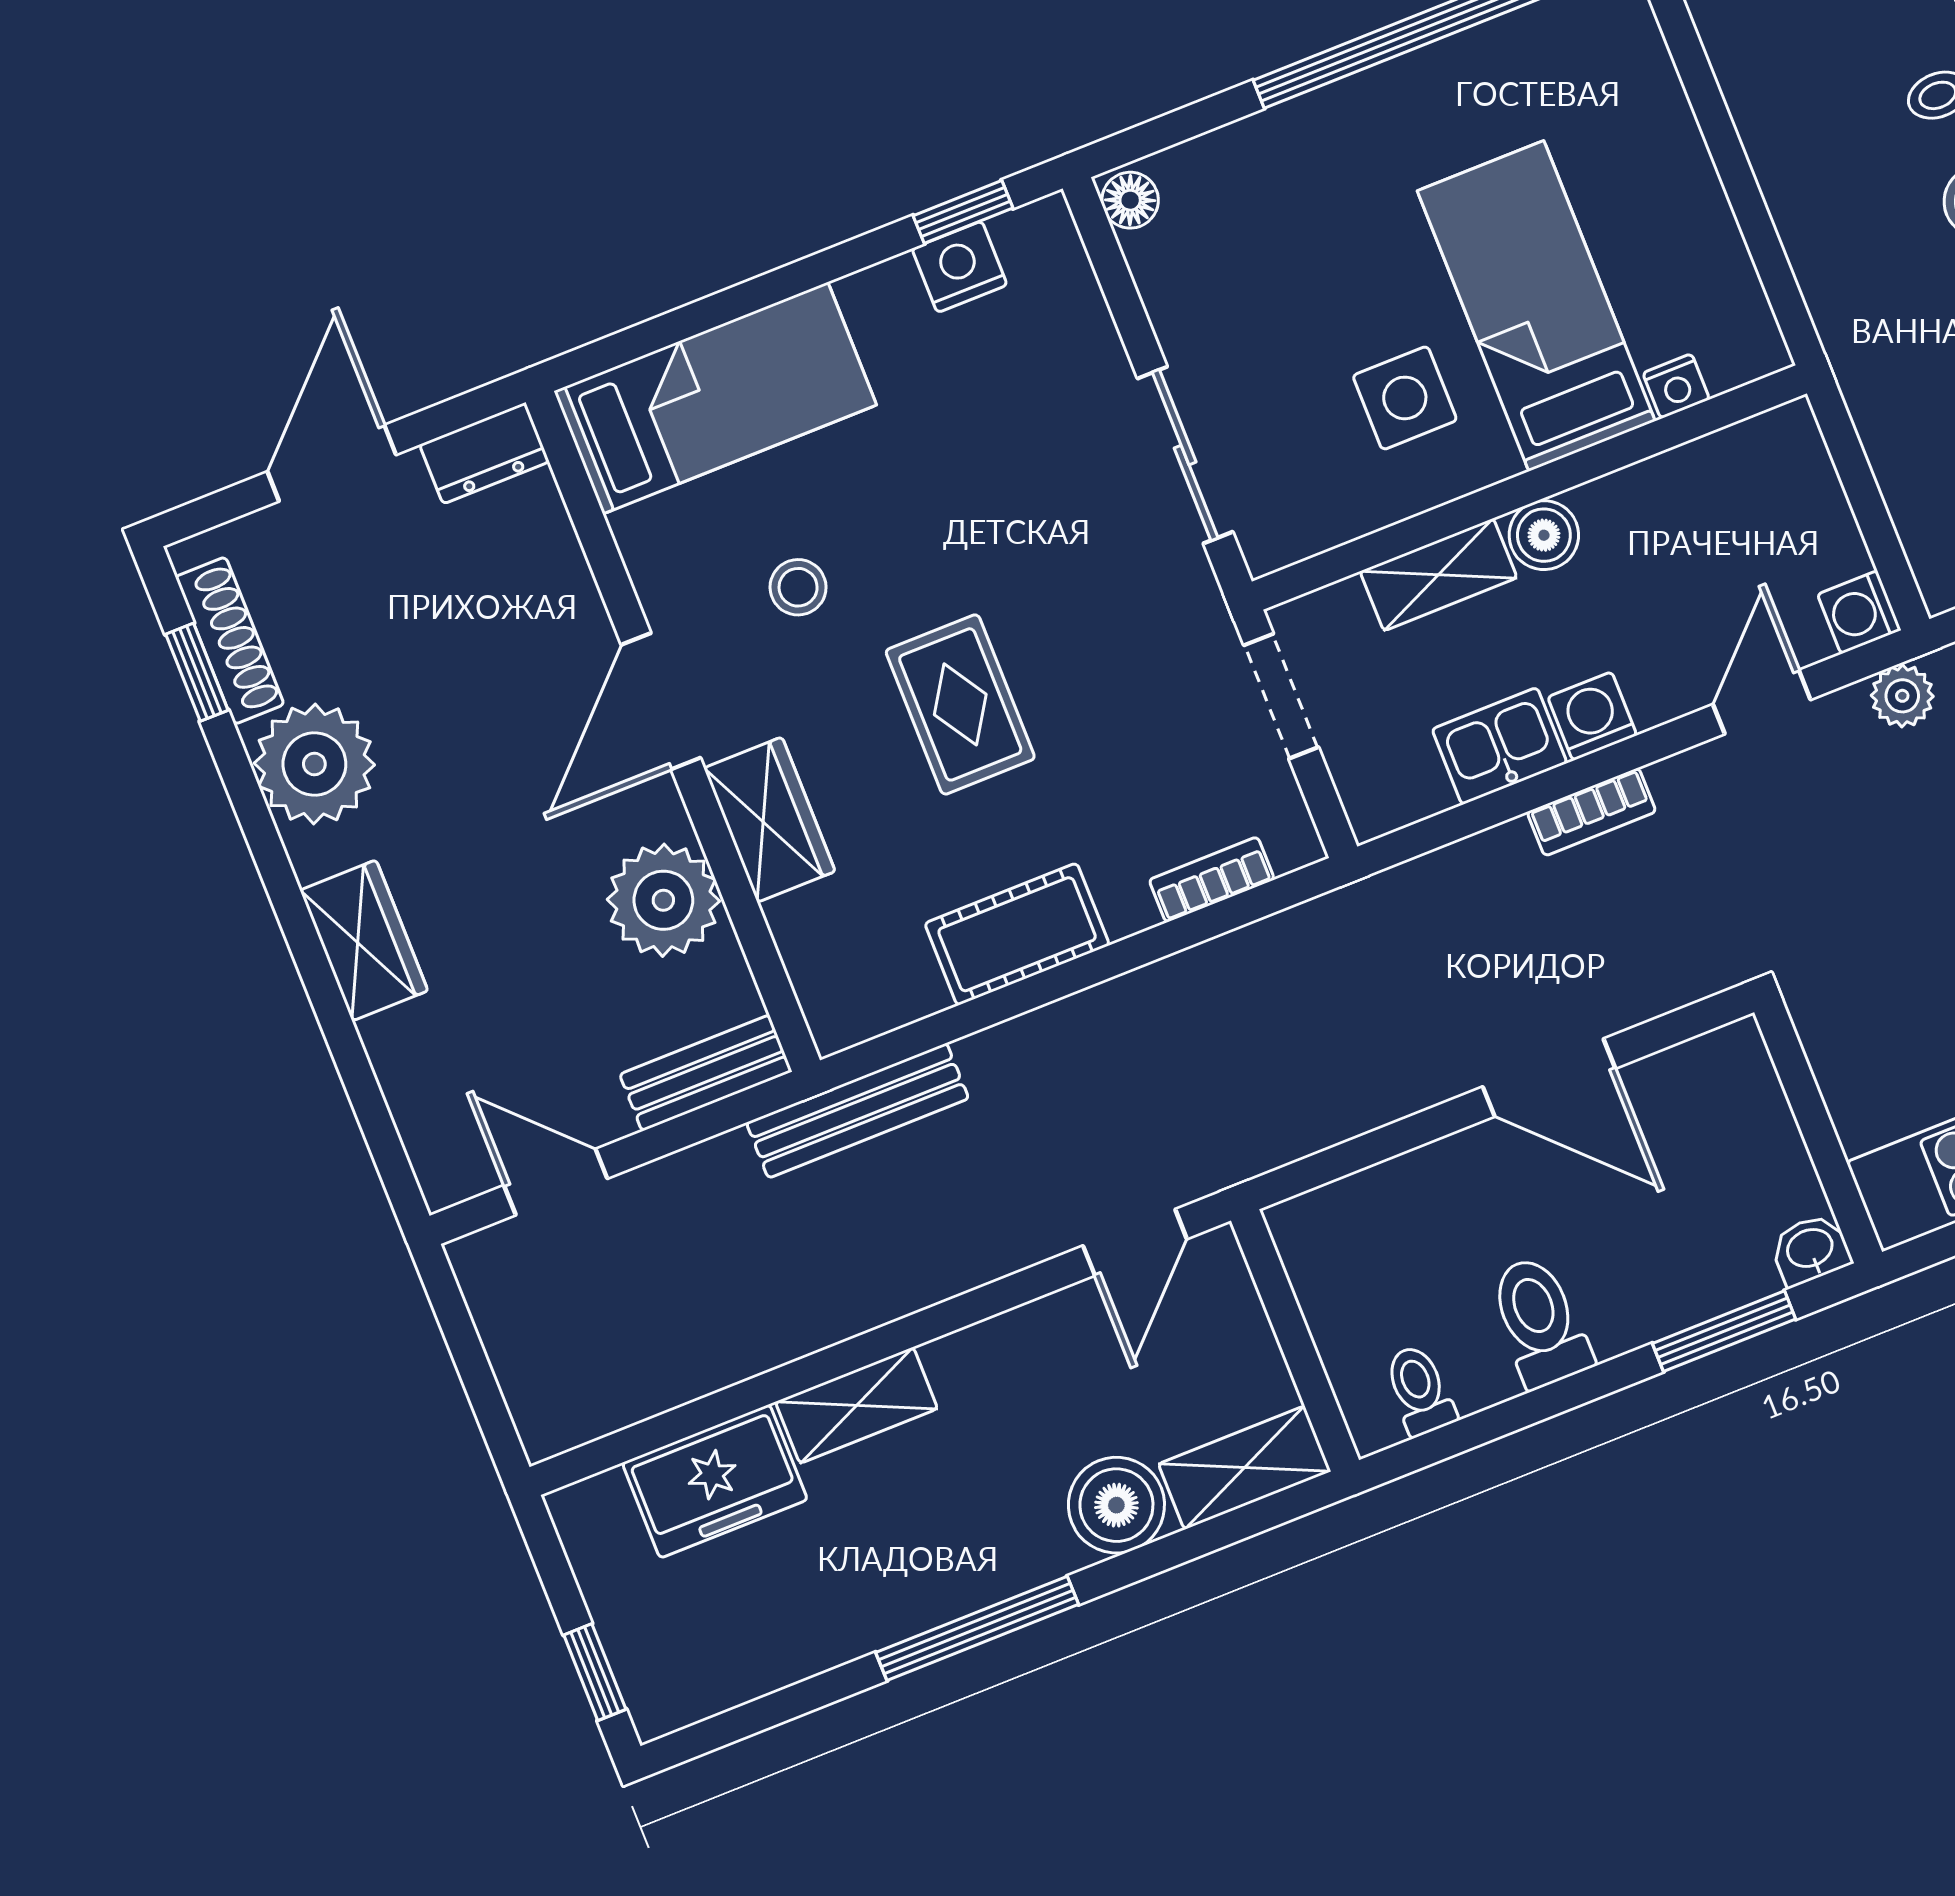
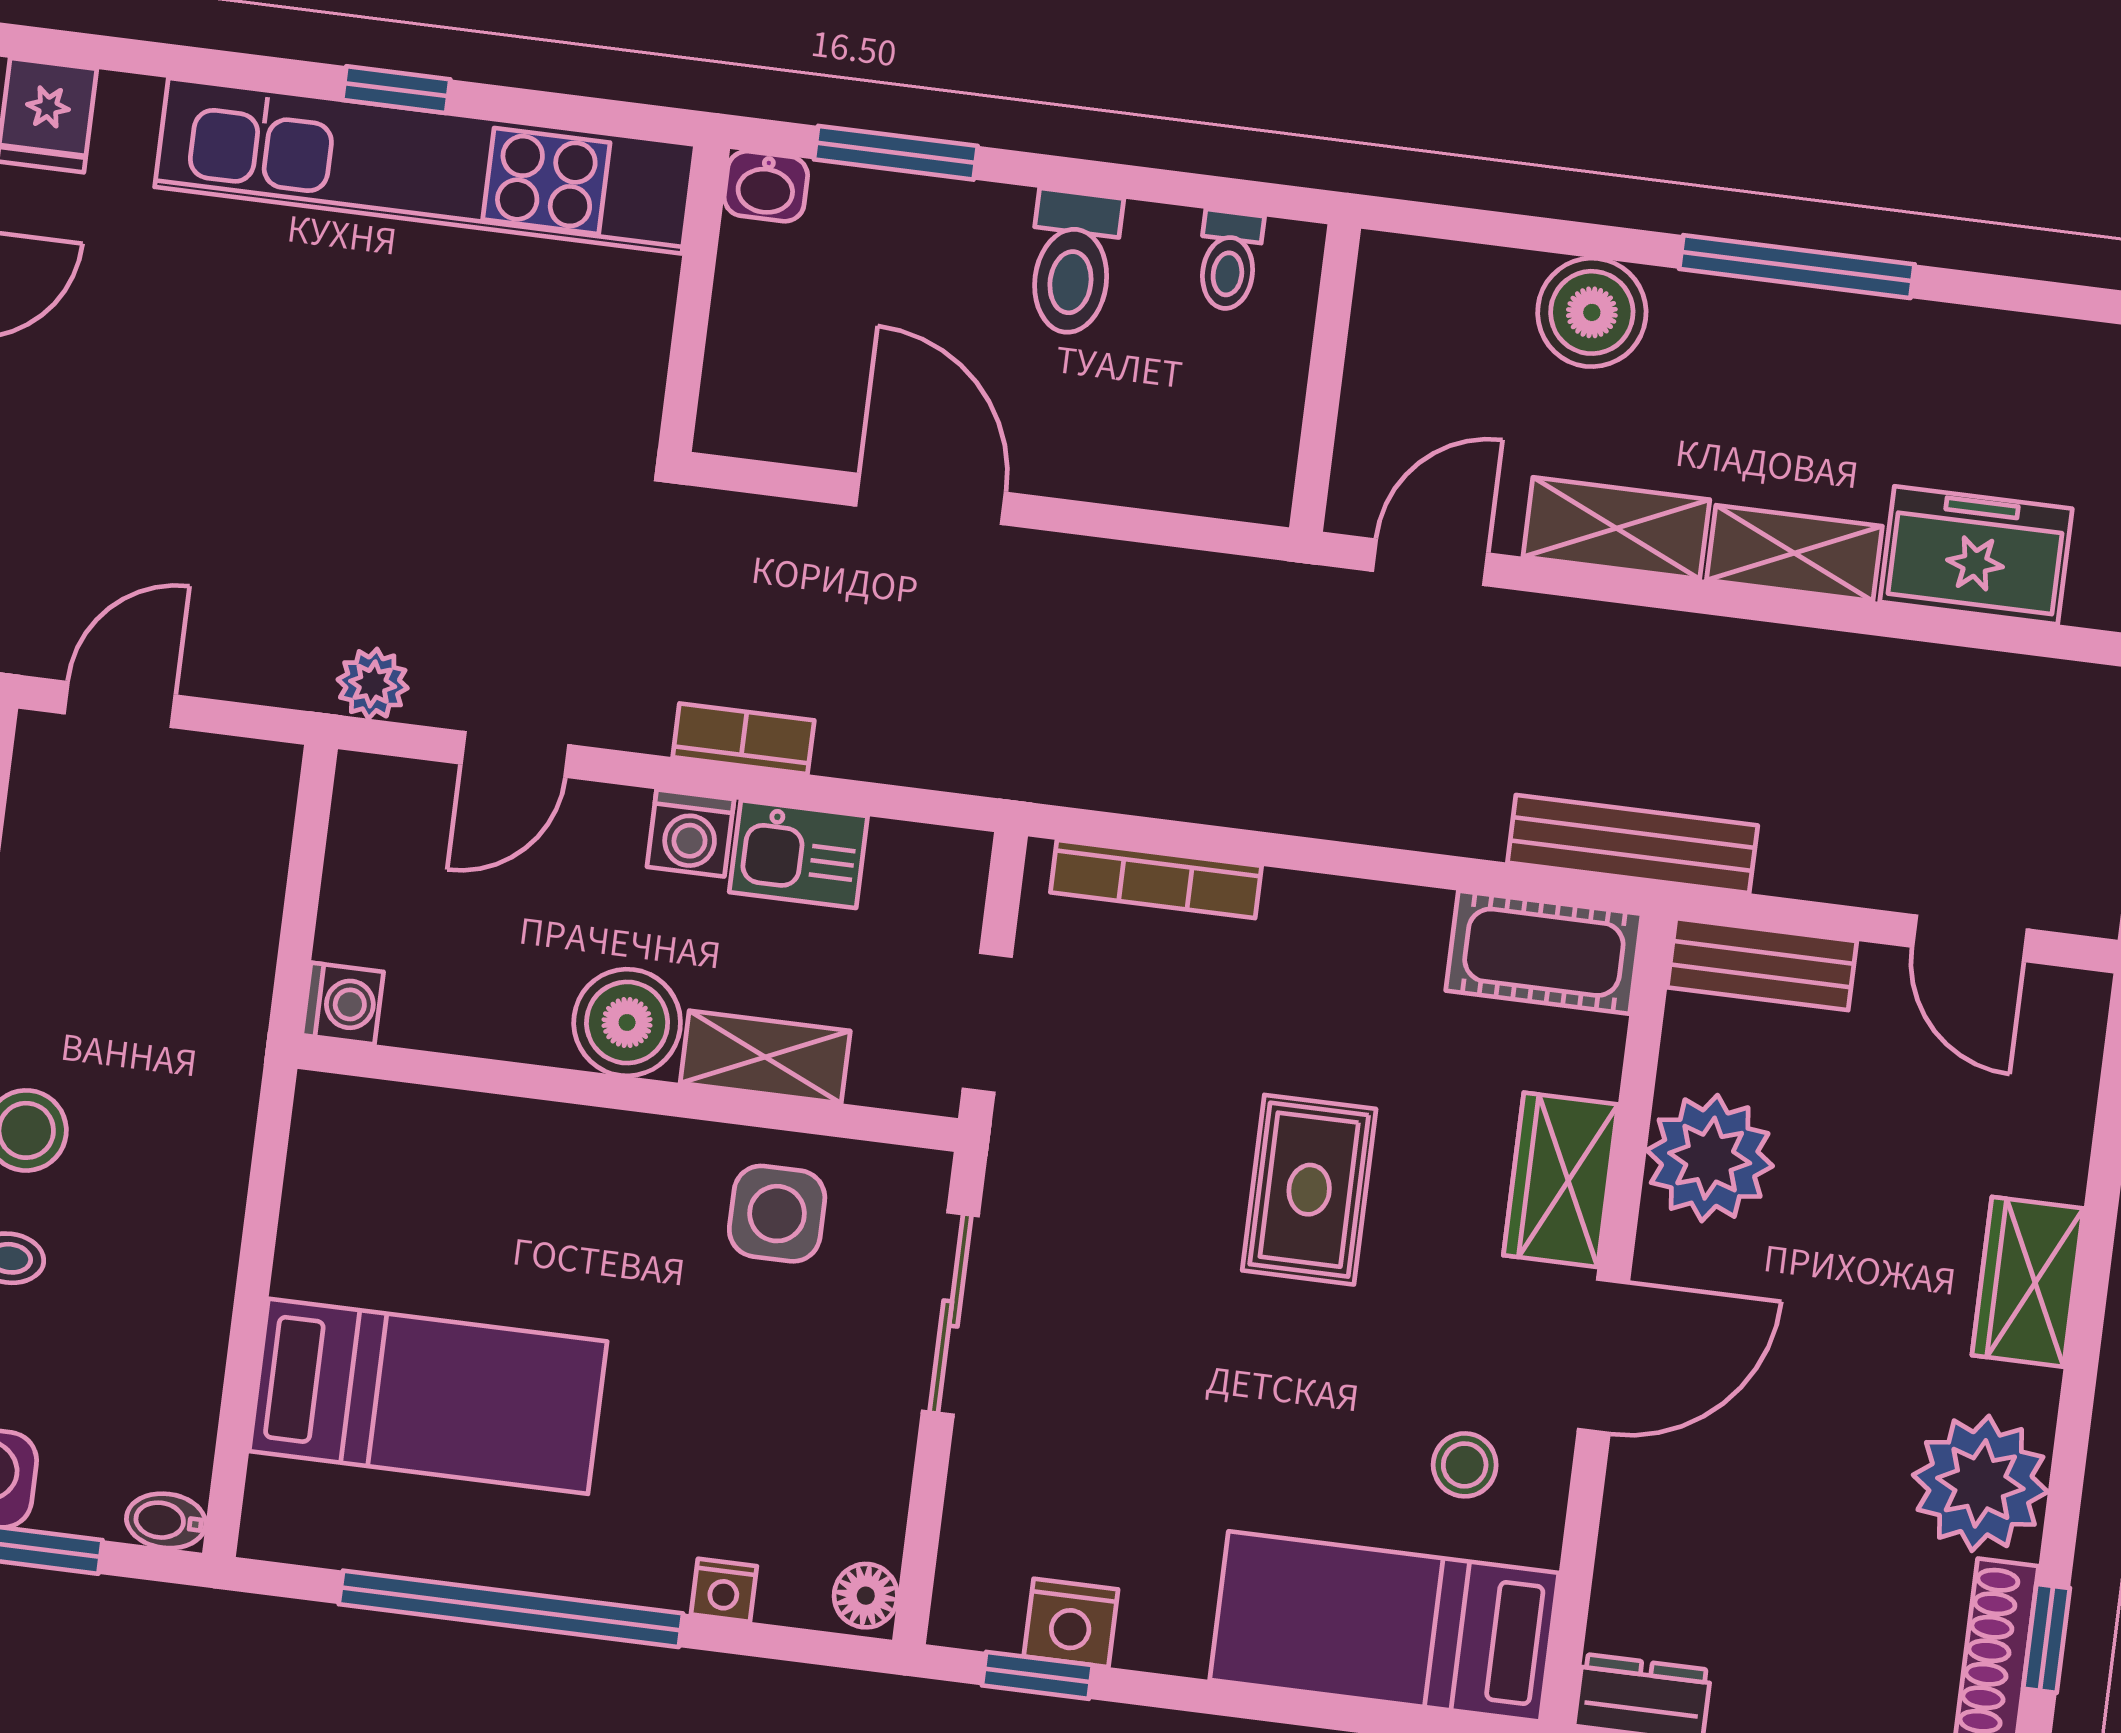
bed: (1536, 306) -> (428, 1396), moved, turned -90
nightstand: (1676, 386) -> (724, 1590), moved, turned 180
side table: (1405, 398) -> (777, 1214), moved
boiler: (1544, 535) -> (627, 1022), width x1.36, depth x1.36
stool: (798, 587) -> (1465, 1465), moved
washing machine: (1859, 612) -> (343, 1003), moved
bookcase: (1212, 880) -> (1156, 879), width x1.56
cot: (1017, 934) -> (1544, 952), moved
shelving: (1245, 1468) -> (1616, 528), moved

